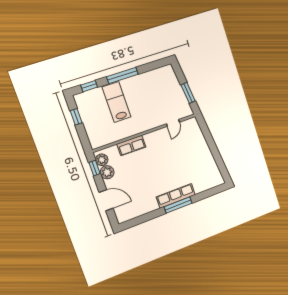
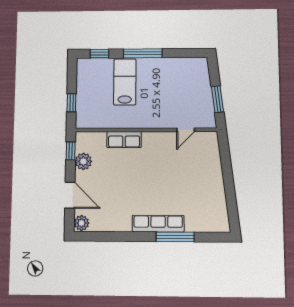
window: (76, 117) -> (71, 103), moved
plant: (102, 160) -> (81, 223), moved
window: (178, 205) -> (175, 237), moved

